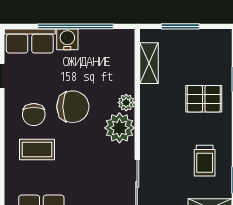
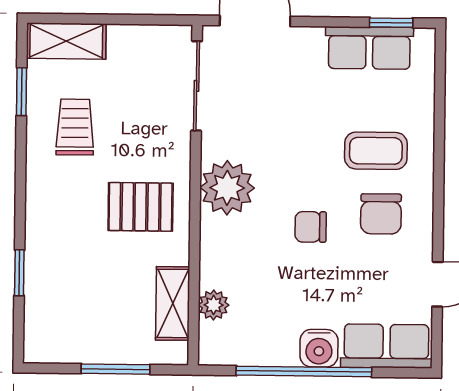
pallet: (204, 99) -> (141, 207), moved
plant: (126, 103) -> (214, 305), moved
chair: (73, 107) -> (311, 227), width x0.54, depth x0.54
chair: (34, 114) -> (381, 214), turned 180

